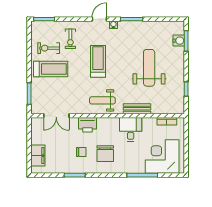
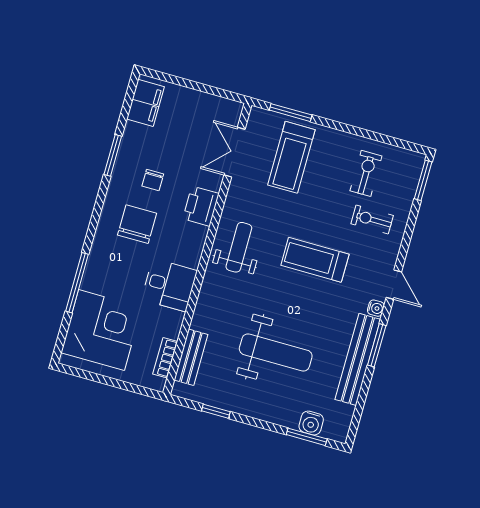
bench: (141, 27) -> (358, 359), added
treadmill: (98, 61) -> (315, 260), turned 180
treadmill: (51, 69) -> (291, 157), moved
bench: (137, 109) -> (191, 357), moved
chair: (105, 154) -> (137, 224), turned 90
filing cabinet: (38, 156) -> (145, 103), moved, turned -90

